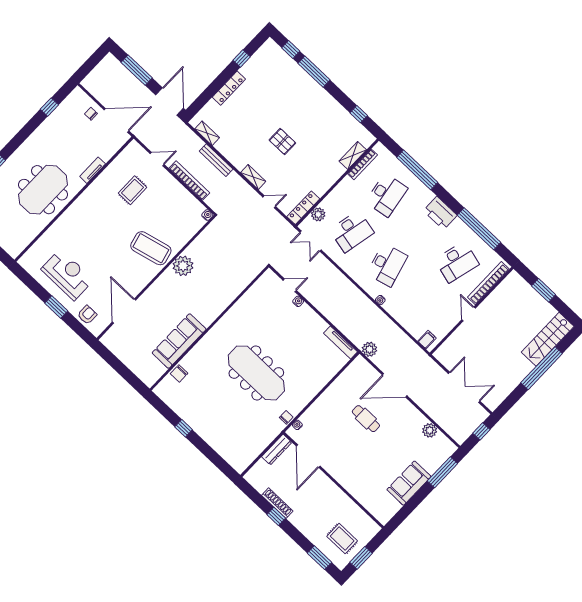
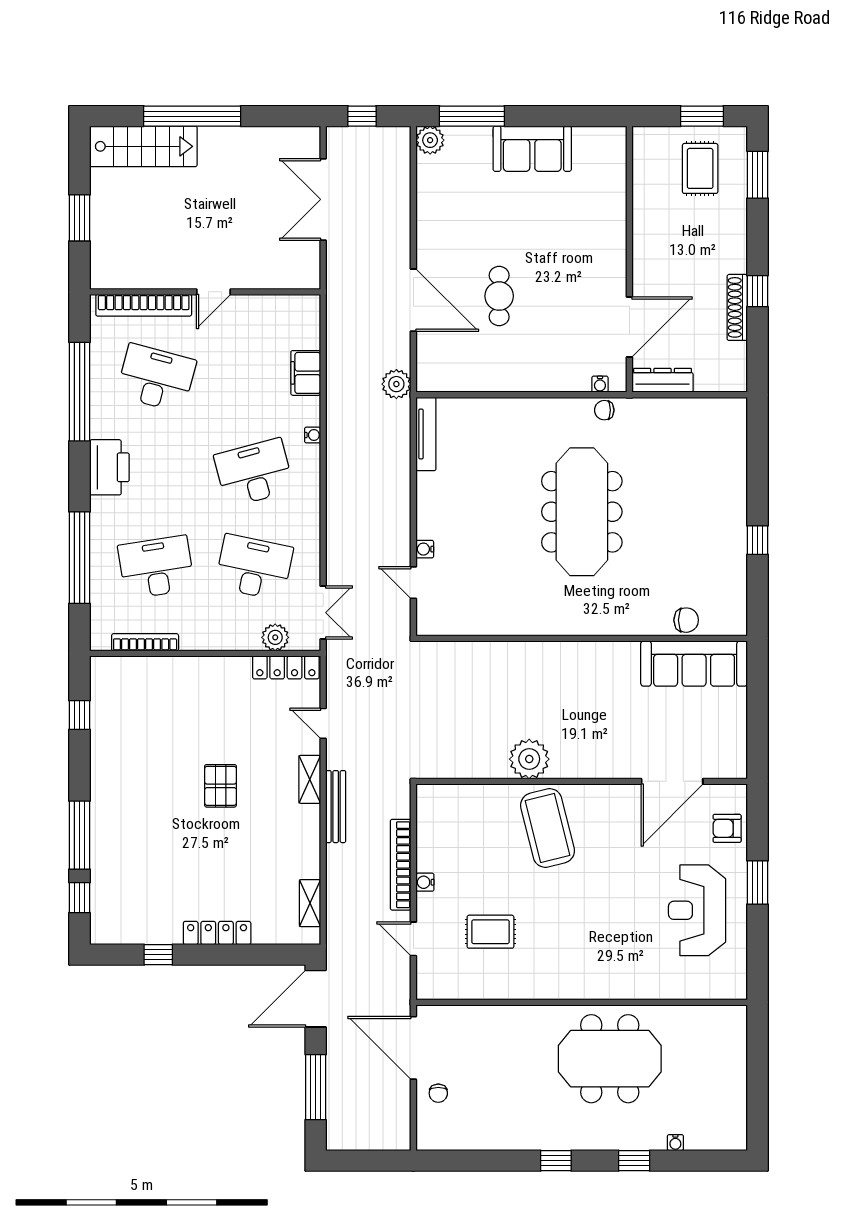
window: (49, 107) -> (556, 1161), moved
shelving: (353, 156) -> (146, 668), removed
bench: (216, 160) -> (336, 807), moved
tv unit: (93, 170) -> (516, 1015), removed
water cooler: (207, 215) -> (425, 882), moved
filing cabinet: (427, 340) -> (306, 373), moved, width x2.00
sofa: (179, 341) -> (694, 664), moved
plant: (430, 430) -> (430, 140), moved

